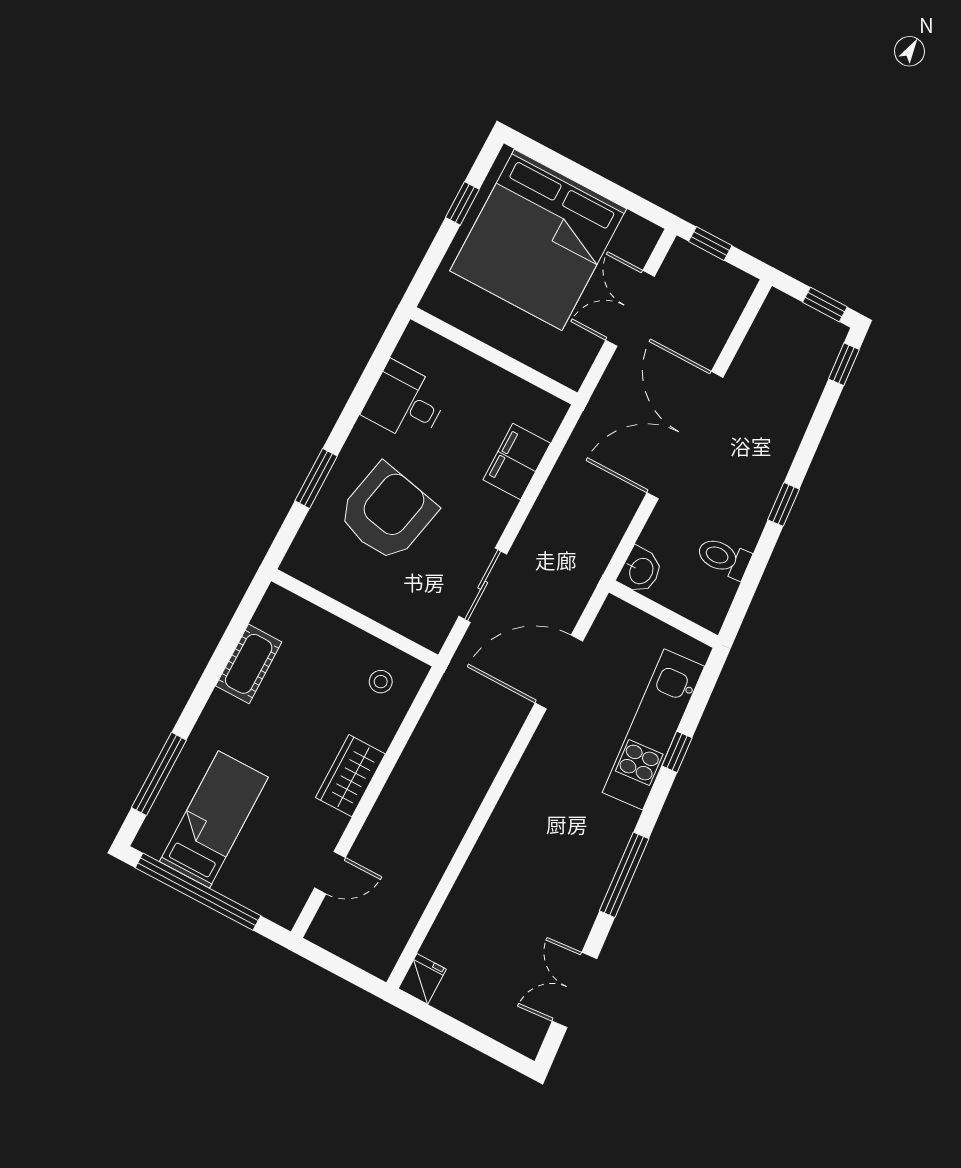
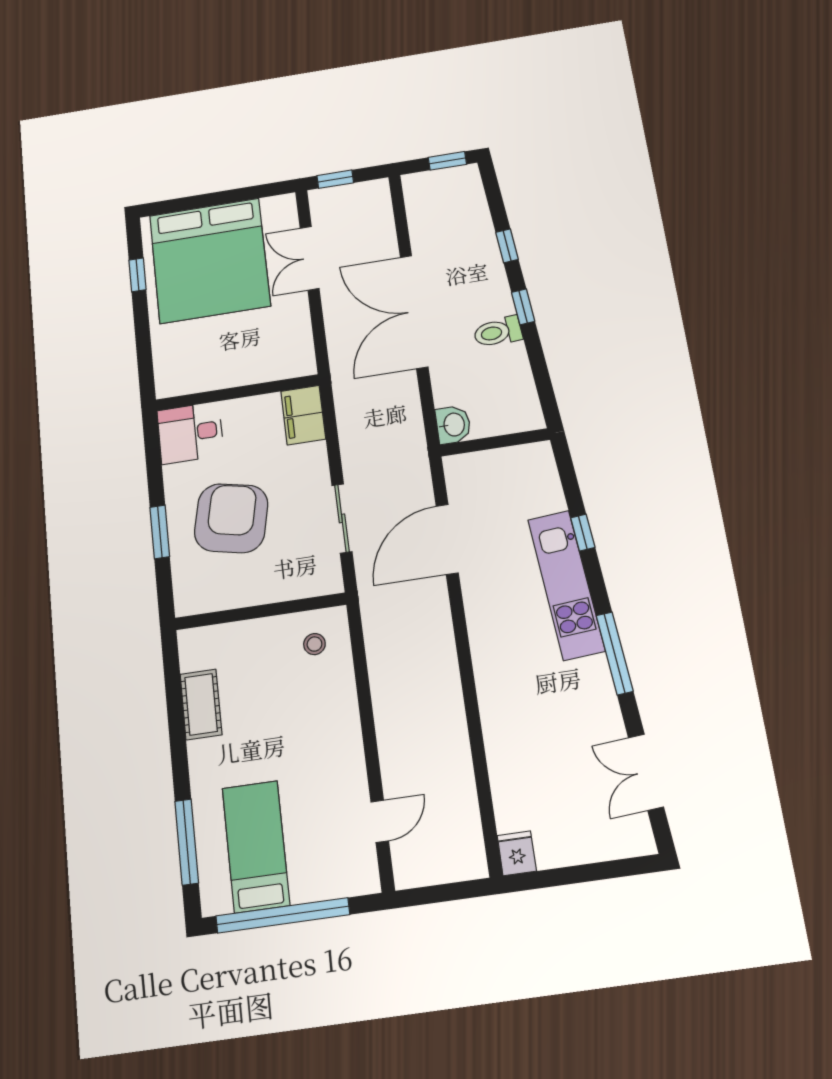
wall: (494, 356) -> (237, 393), moved
window: (844, 364) -> (507, 246), moved
toilet: (724, 558) -> (498, 332), moved
kitchen unit: (653, 729) -> (566, 585), moved
wardrobe: (350, 776) -> (342, 733), removed

